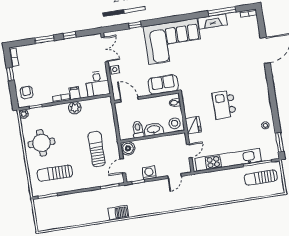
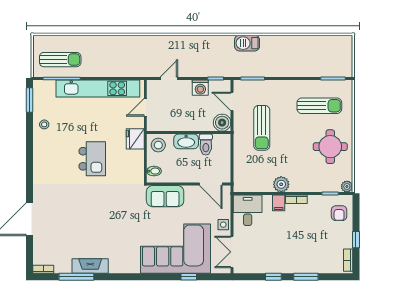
corner sofa: (173, 41) -> (176, 249), moved
door: (123, 166) -> (232, 101), swing flipped

